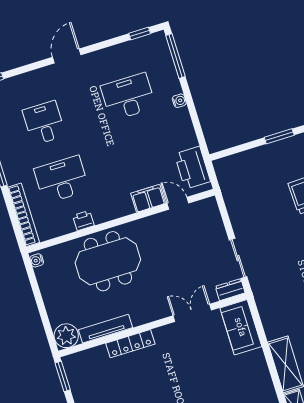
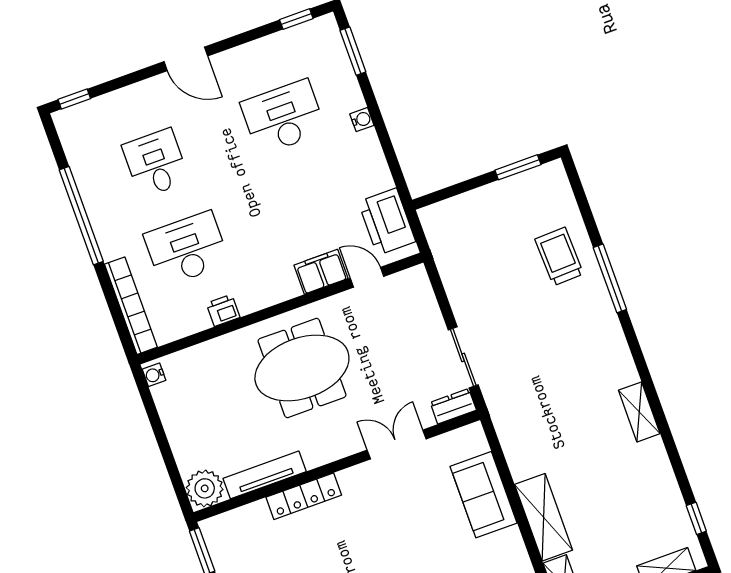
door: (67, 56) -> (186, 59), swing flipped
window: (175, 56) -> (353, 51), width x0.69
meeting table: (108, 261) -> (302, 368), moved
sofa: (241, 327) -> (484, 495), moved

